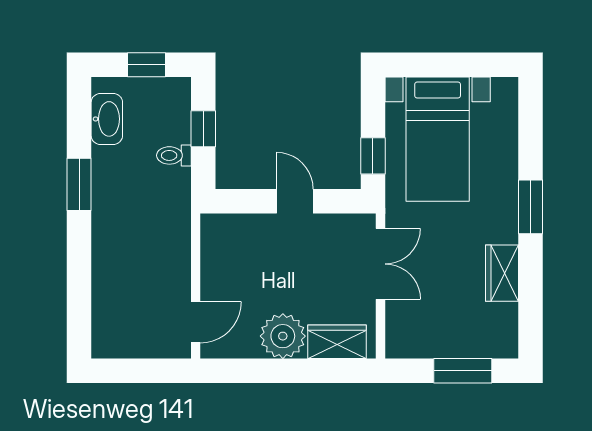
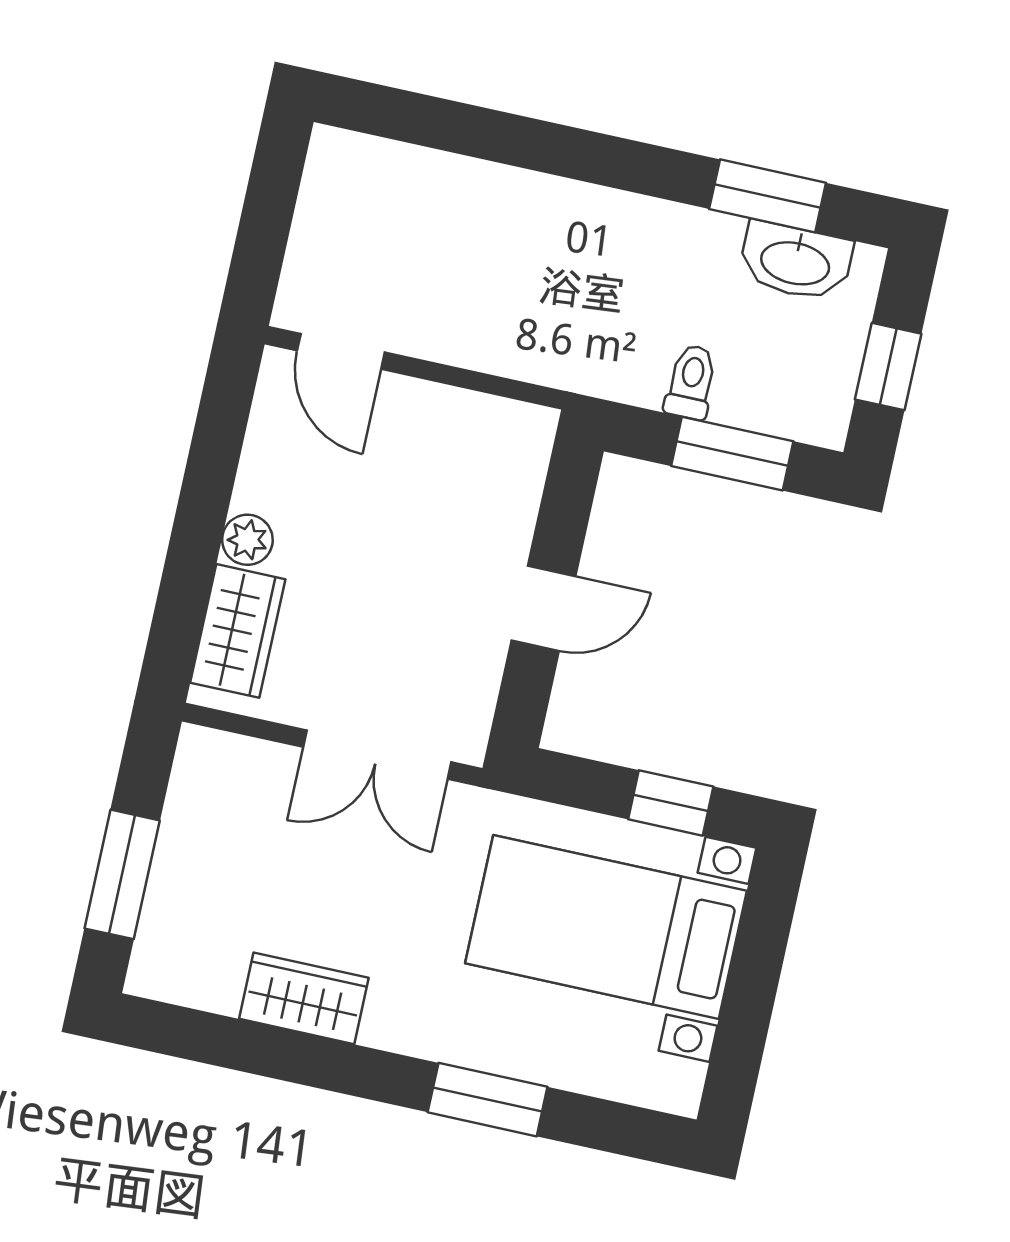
window: (203, 129) -> (732, 454), width x1.50
window: (373, 156) -> (671, 803), moved
window: (79, 184) -> (768, 196), moved
window: (530, 207) -> (488, 1100), moved
plant: (283, 336) -> (247, 540), width x0.53, depth x0.53

